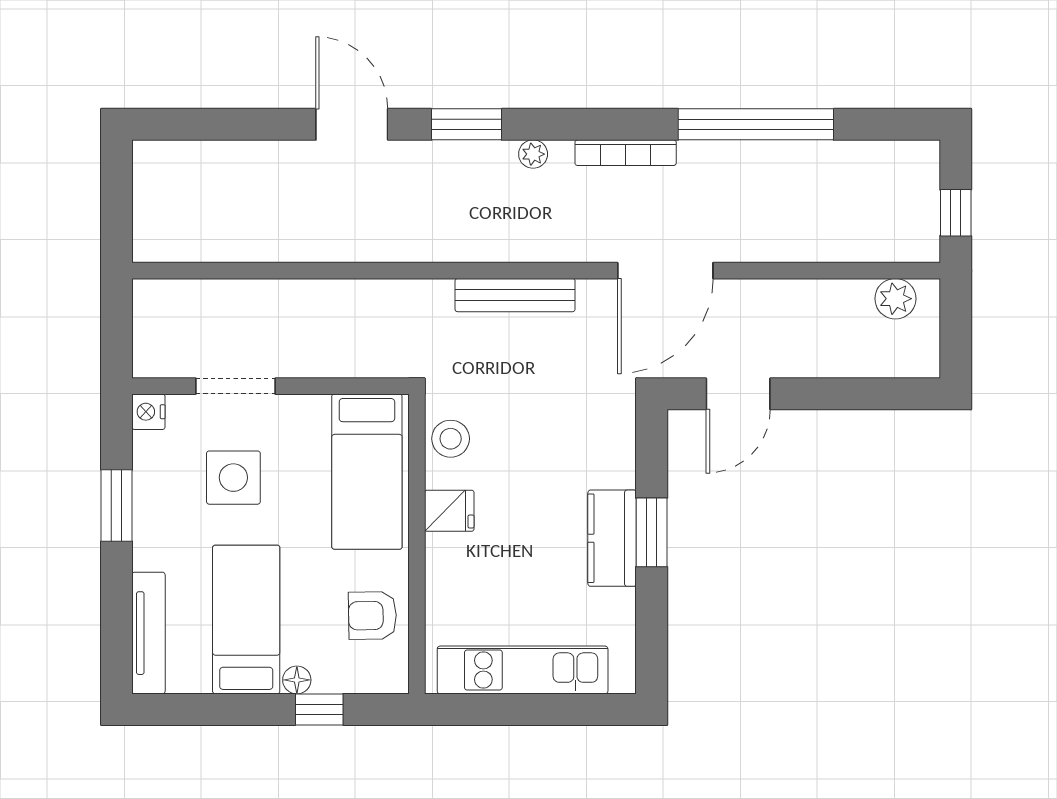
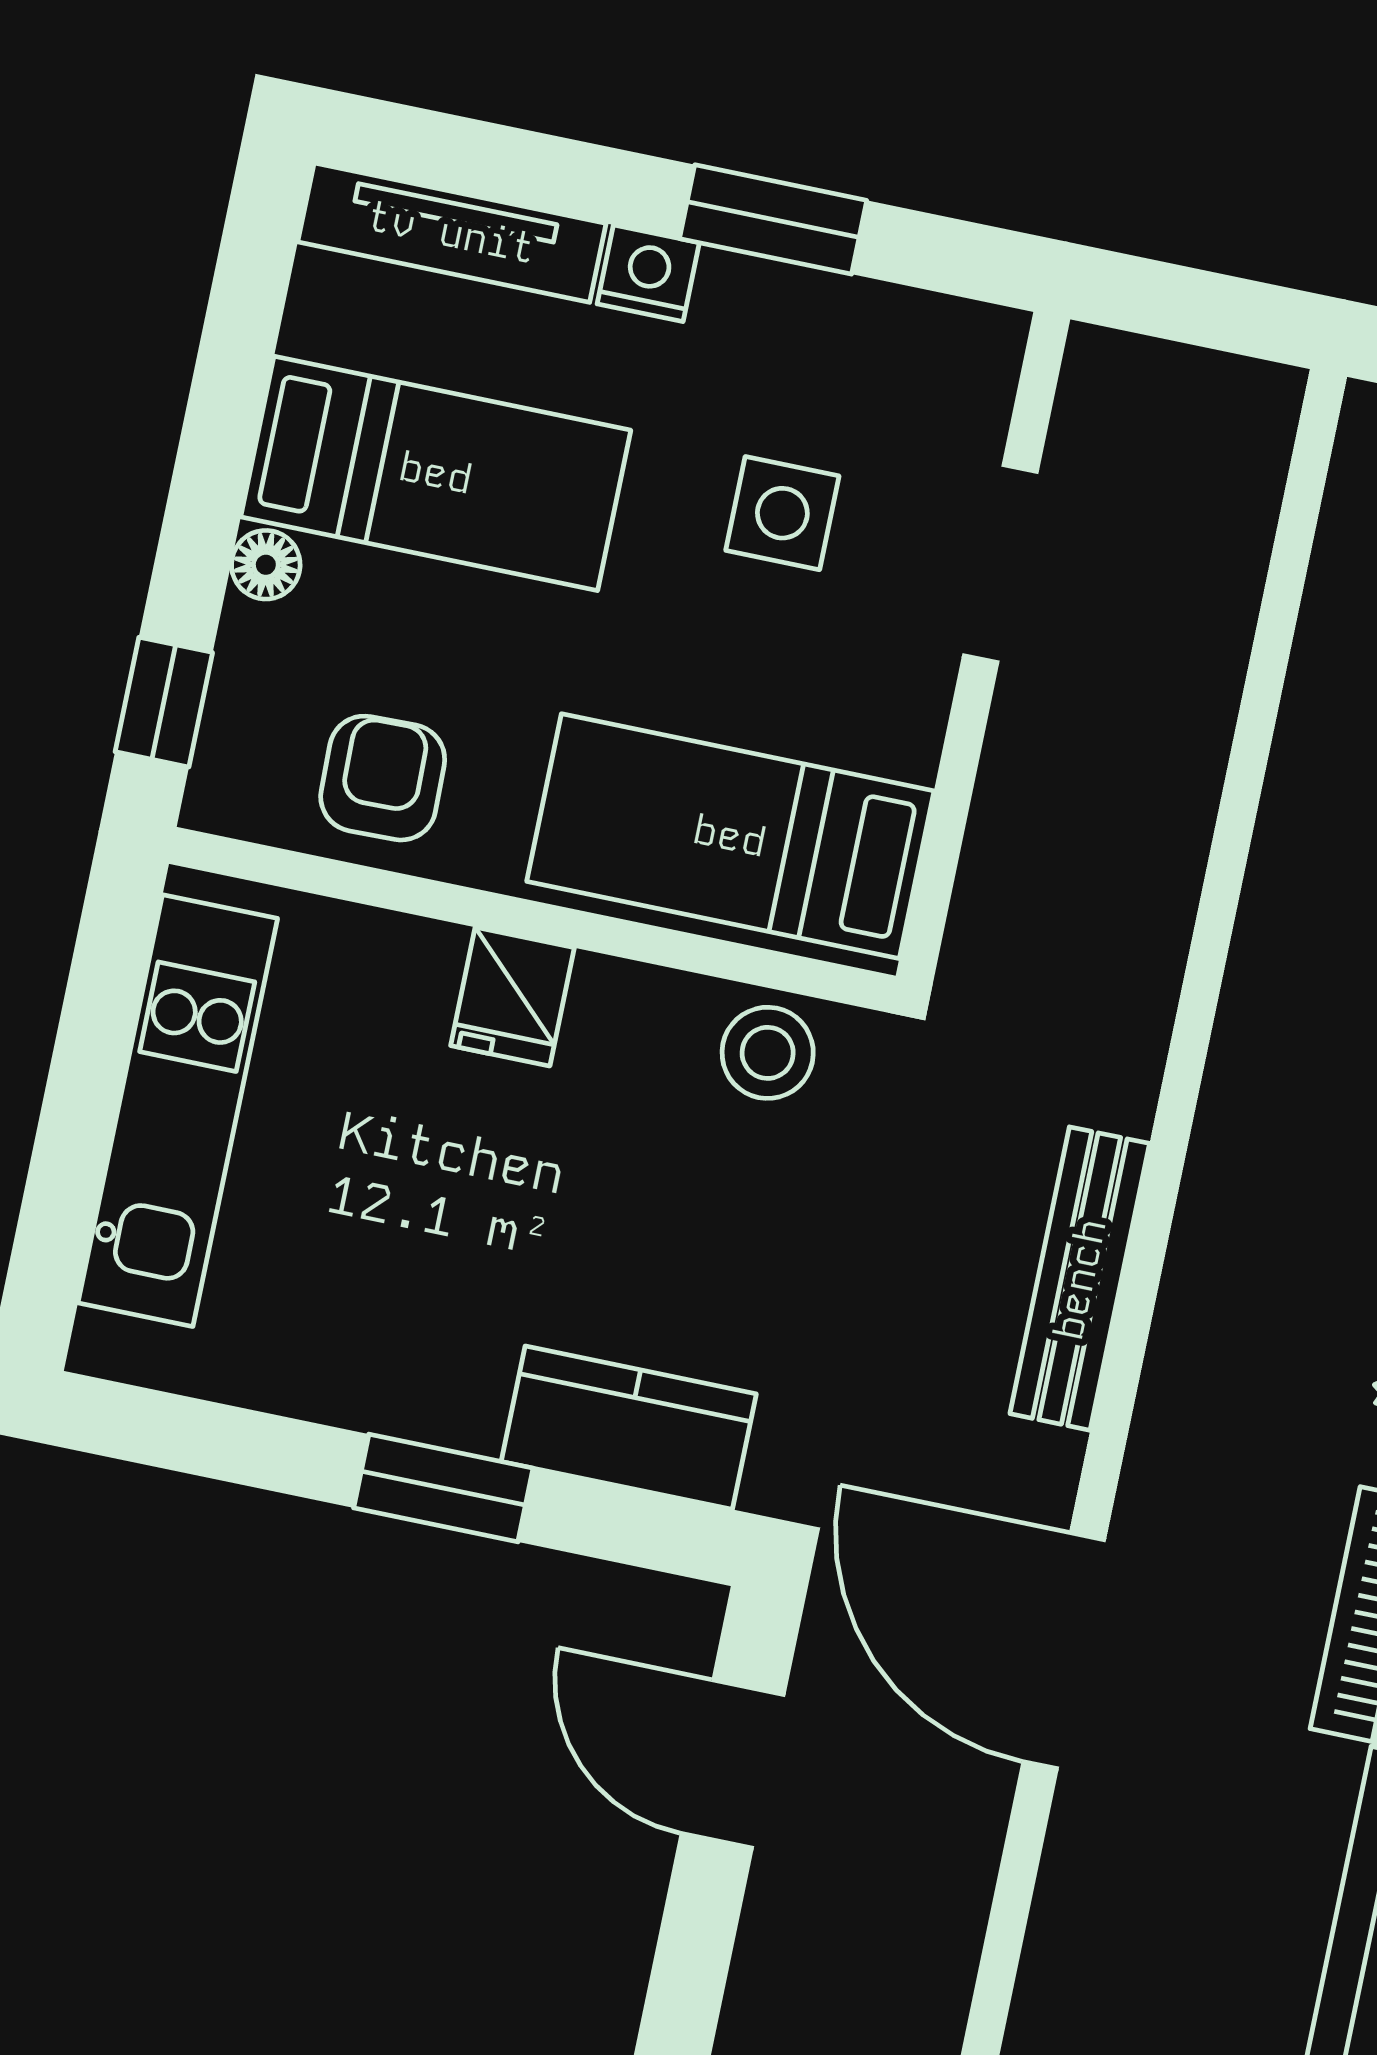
nightstand: (148, 412) -> (648, 273), moved
side table: (233, 478) -> (782, 513), width x0.73, depth x0.73
fridge: (449, 511) -> (512, 997), moved
kitchen counter: (612, 538) -> (629, 1428), moved
window: (319, 709) -> (164, 702), moved

